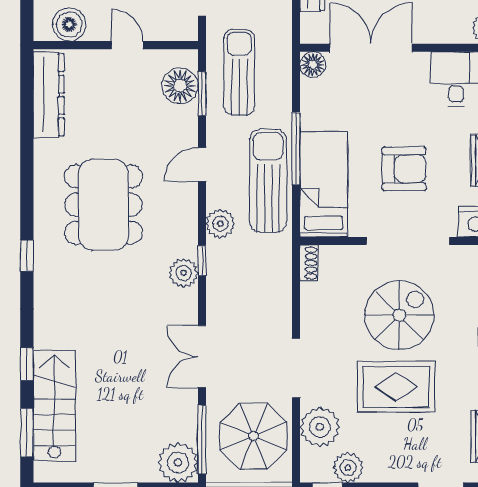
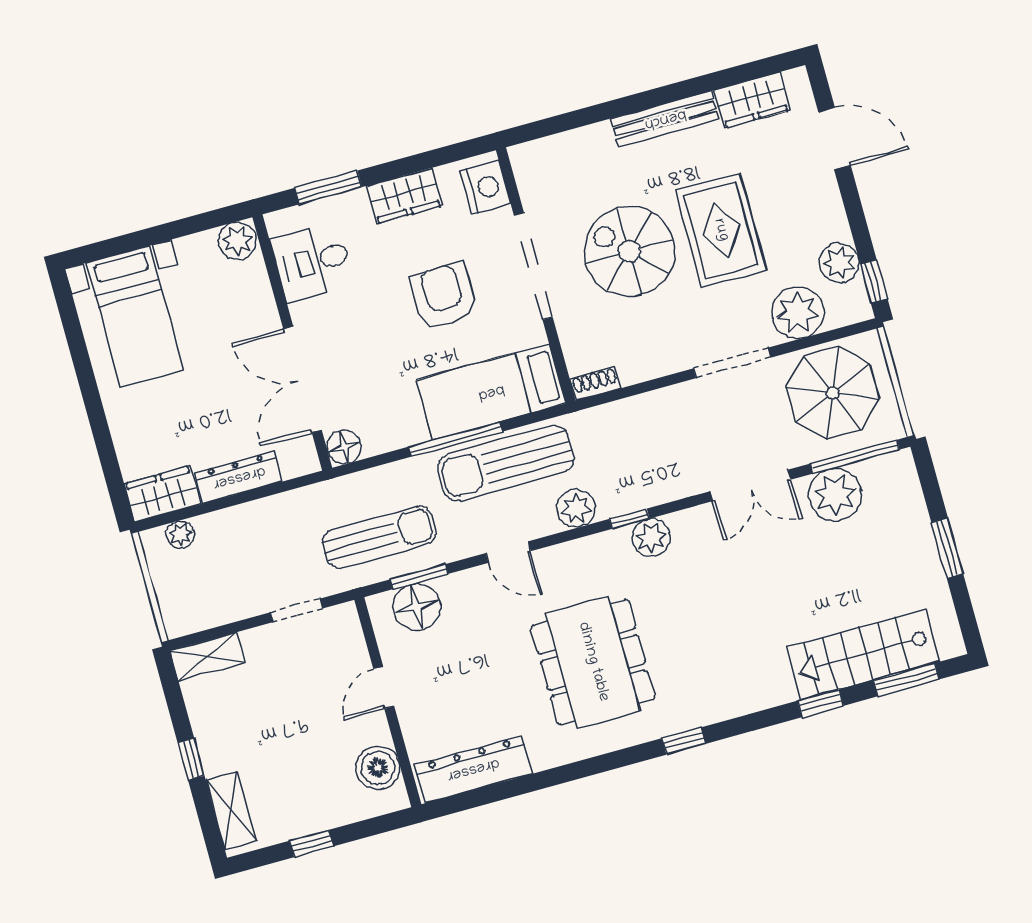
sun lounger: (239, 72) -> (379, 537), turned 180
dining table: (103, 205) -> (593, 662), turned 90
plant: (178, 463) -> (835, 495), moved

